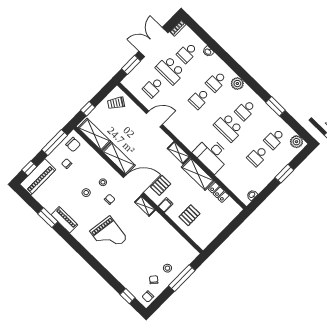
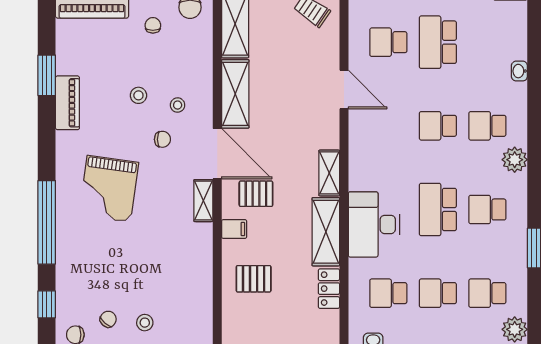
school desk: (187, 53) -> (388, 293), moved
window: (99, 268) -> (47, 222), added

